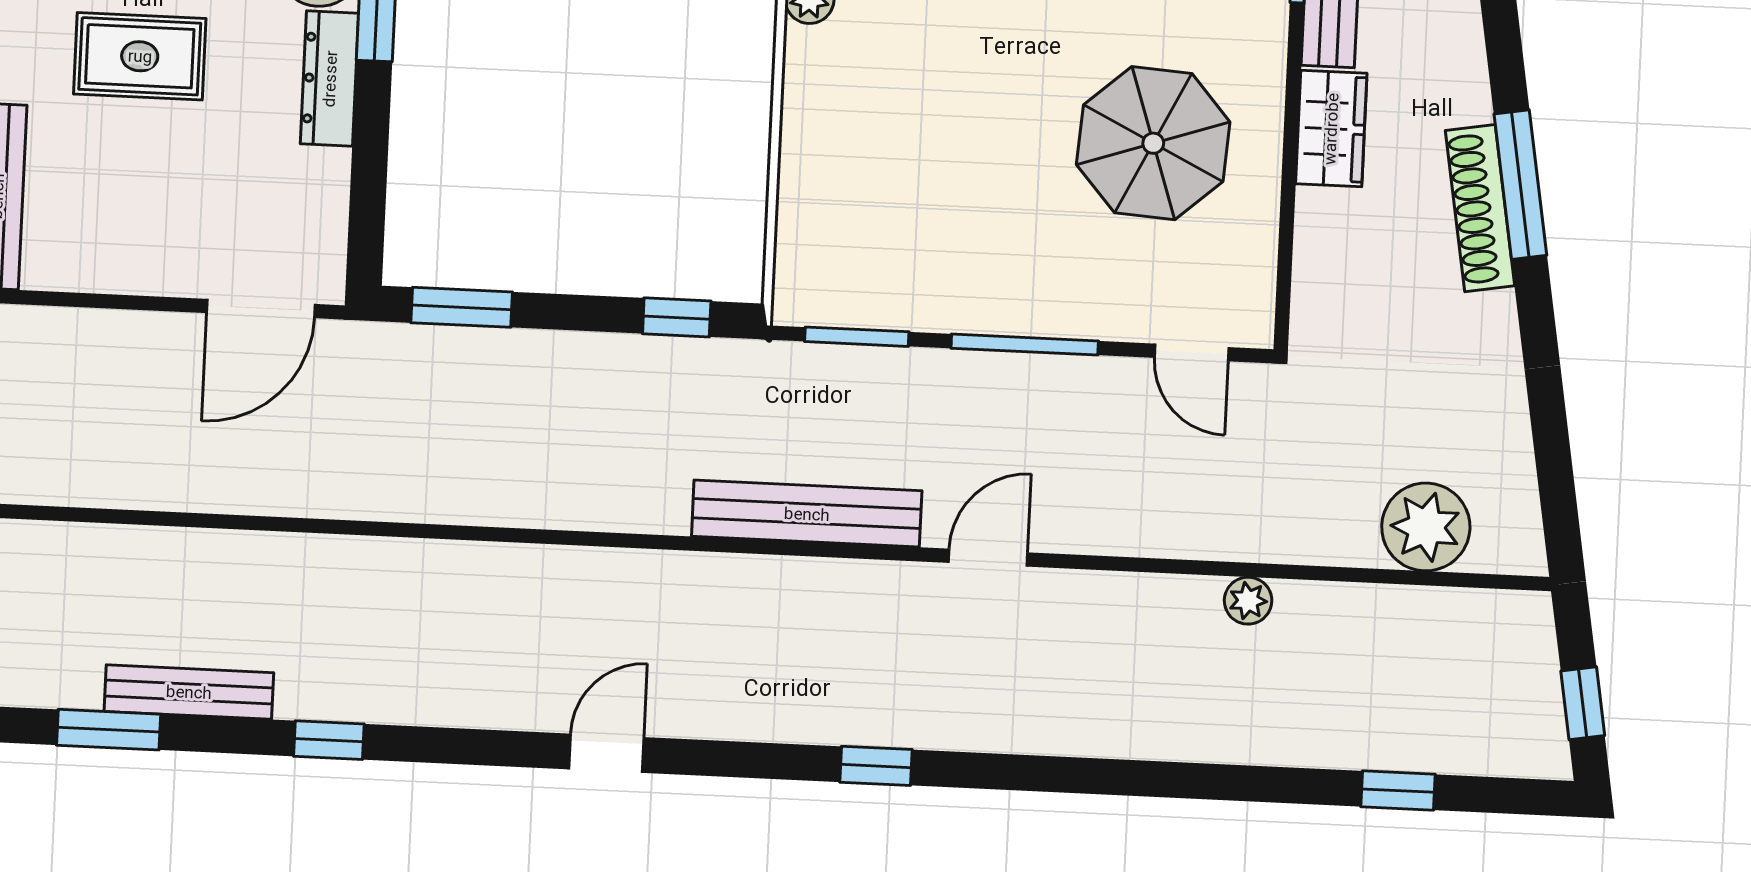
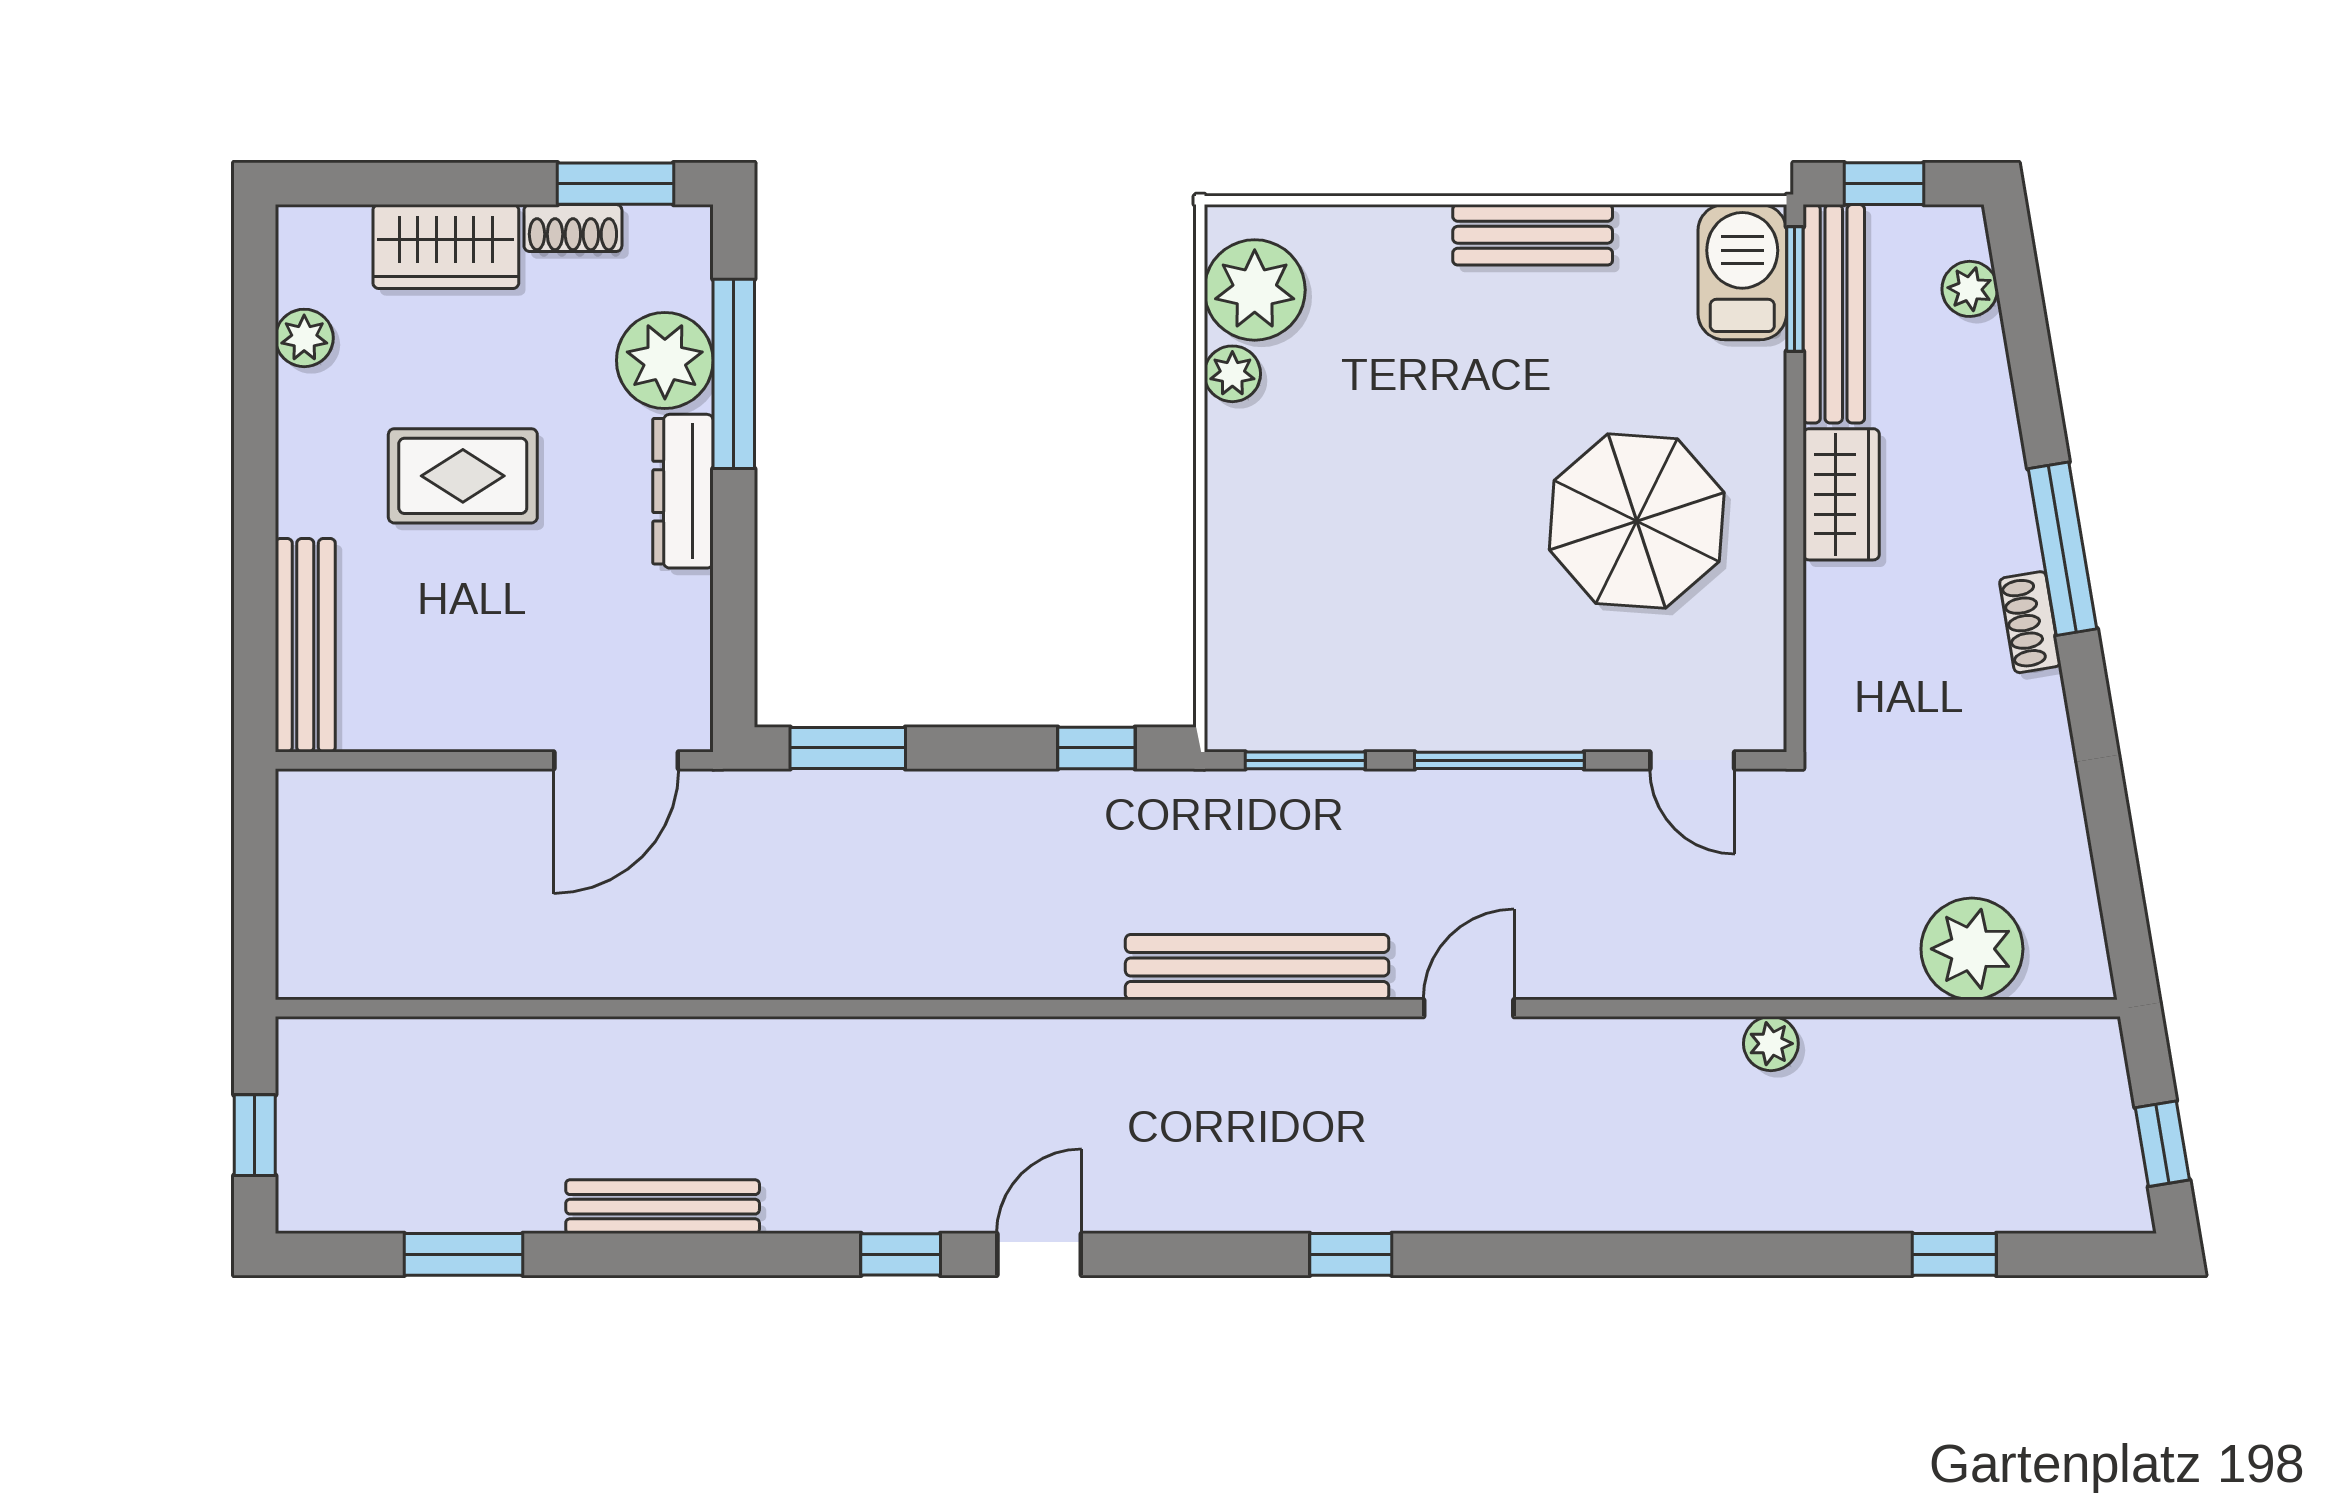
shoe rack: (1480, 208) -> (2030, 622), width x0.51, depth x0.81
bench: (189, 692) -> (663, 1207), moved
window: (329, 740) -> (901, 1254), moved

